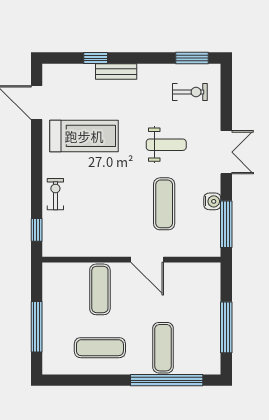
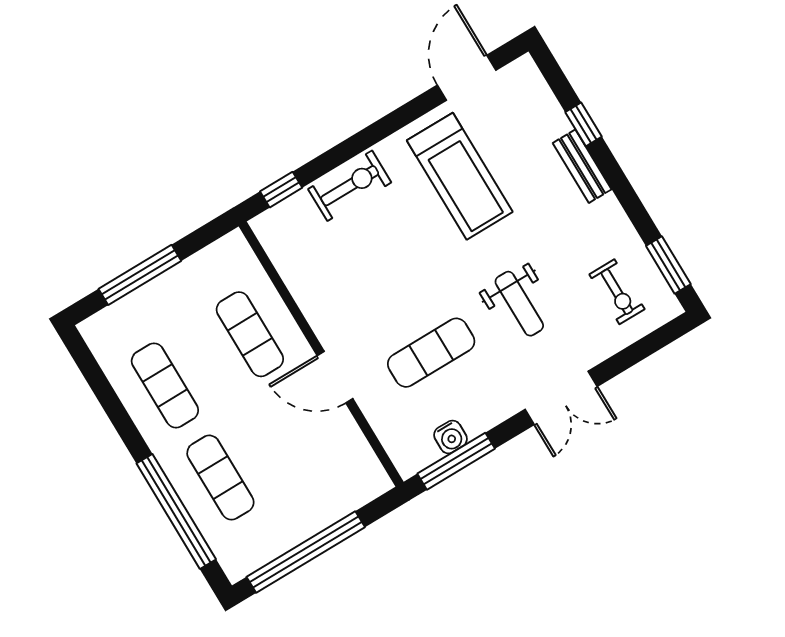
exercise bike: (55, 194) -> (350, 186), width x1.38, depth x1.39
water cooler: (212, 201) -> (450, 437), moved
door: (147, 260) -> (335, 377), hinge flipped
exercise mat: (100, 289) -> (250, 334), turned 90
window: (226, 327) -> (306, 552), width x1.46
exercise mat: (163, 348) -> (220, 478), turned 90

